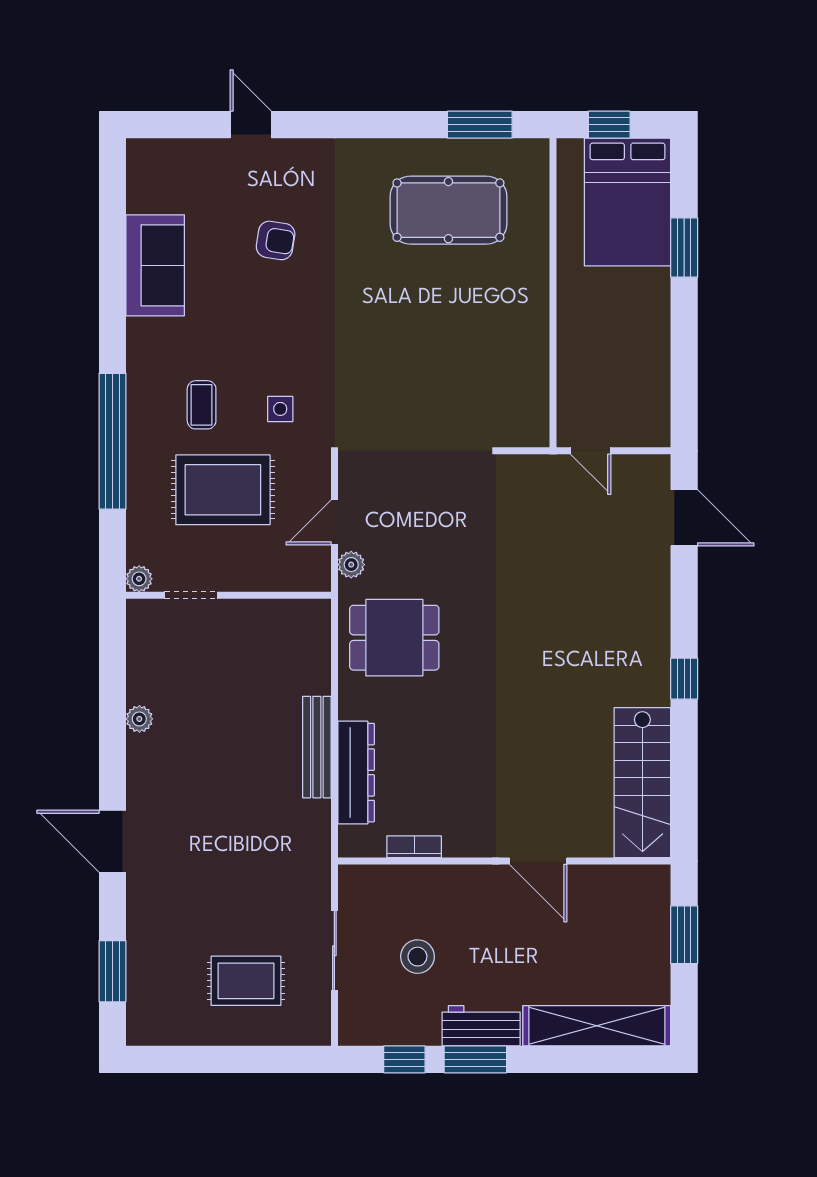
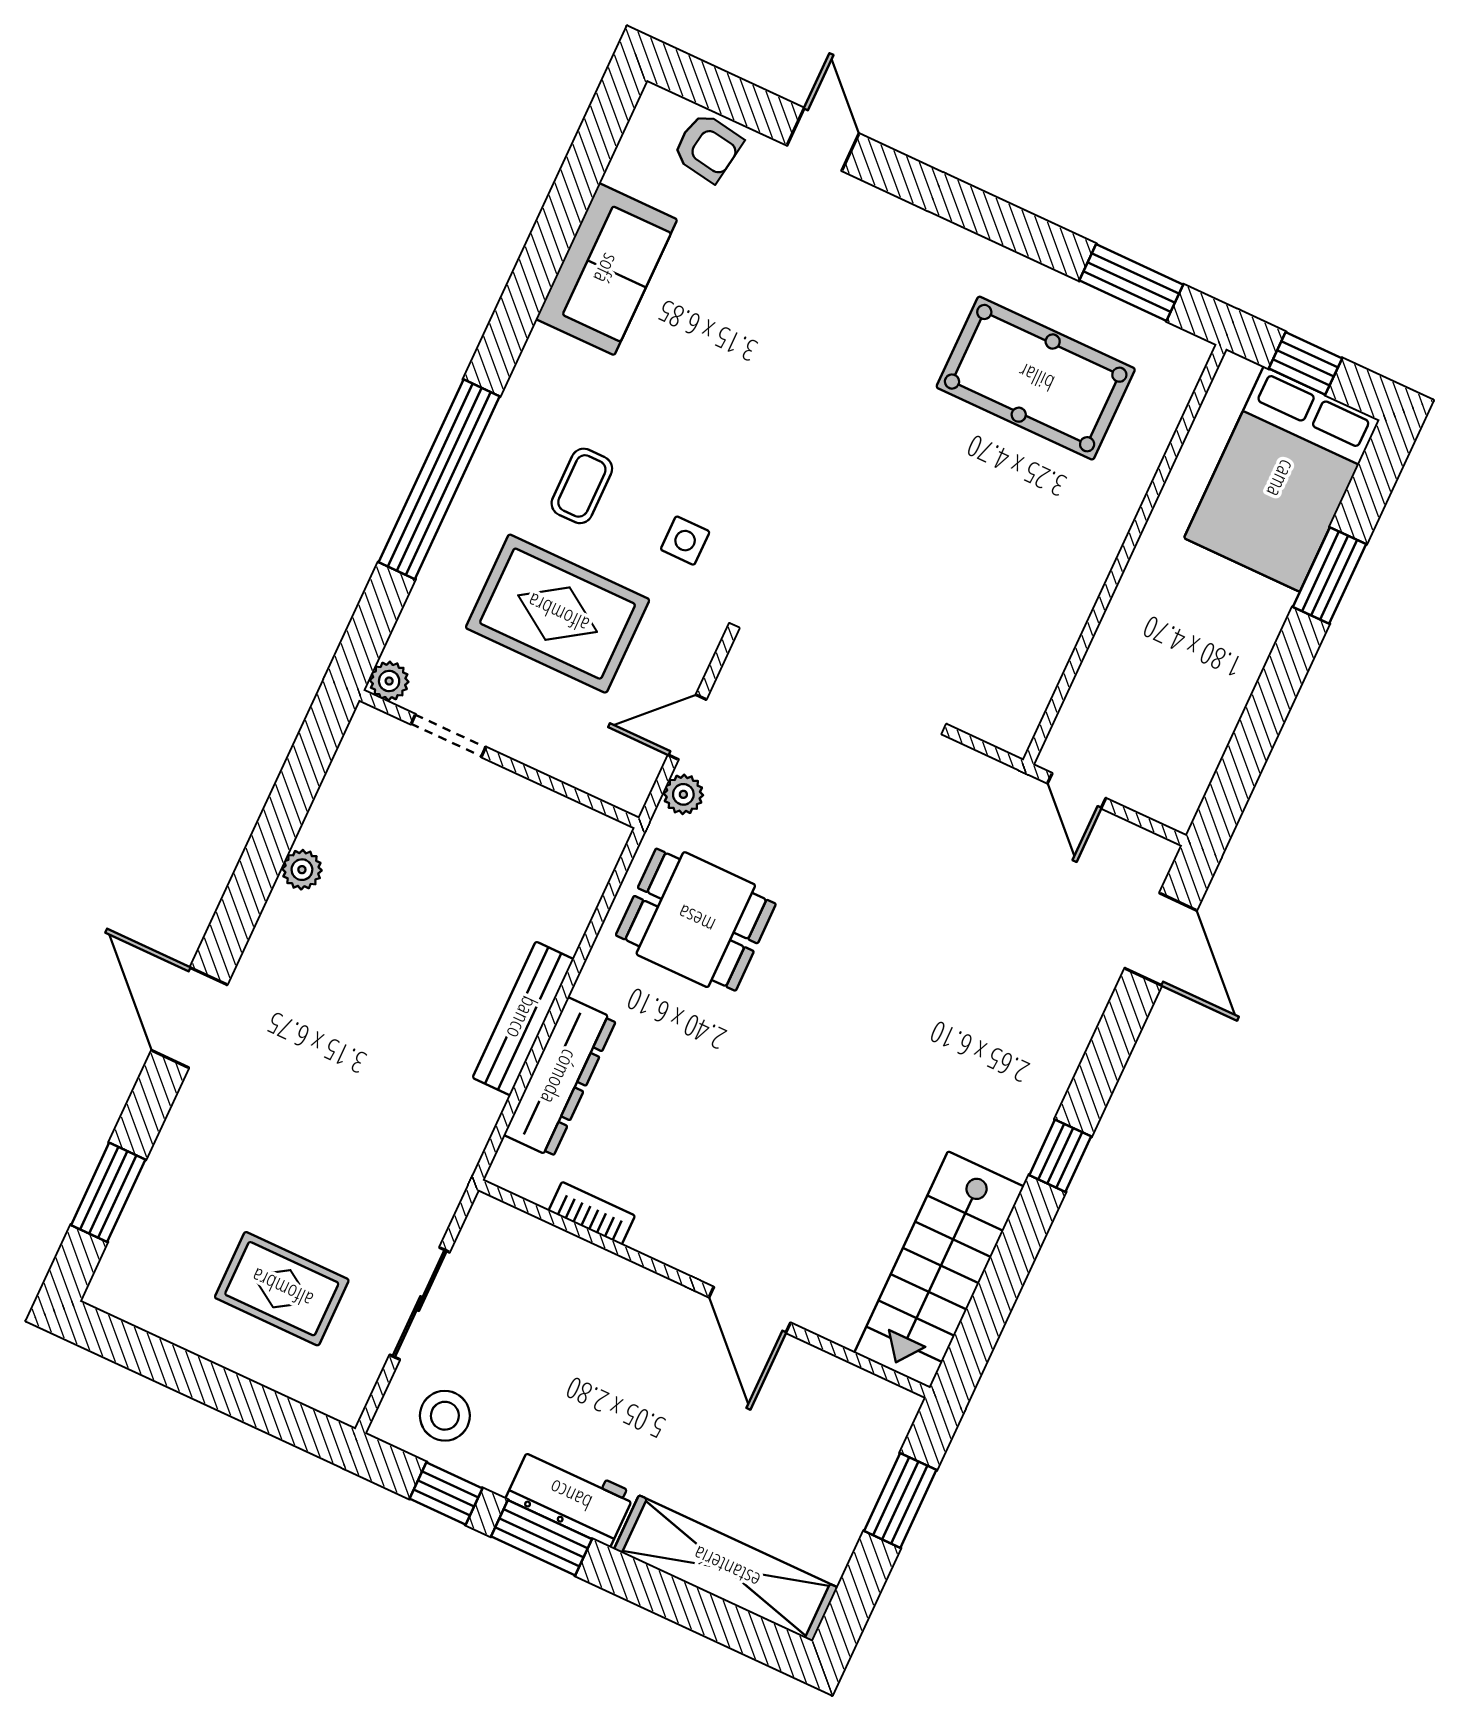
armchair: (276, 240) -> (708, 147), moved
stool: (417, 957) -> (445, 1416), moved

